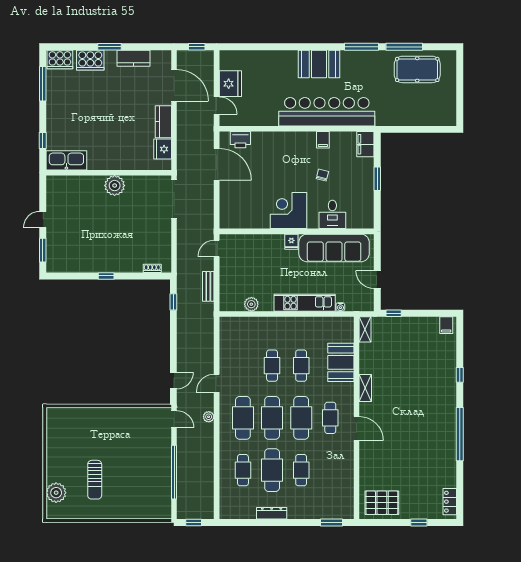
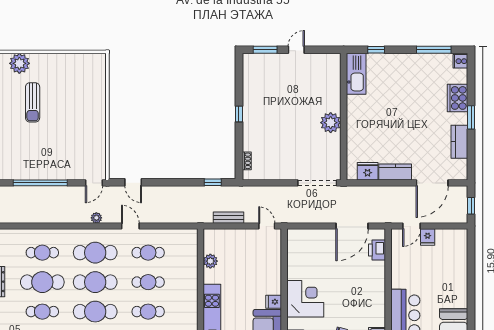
cooker: (60, 60) -> (460, 61), width x0.53, depth x0.76
fridge: (230, 84) -> (428, 237), width x0.53, depth x0.75
door: (43, 219) -> (296, 50), hinge flipped
cafe table: (243, 366) -> (148, 253), added
sun lounger: (95, 480) -> (33, 102), turned -90

